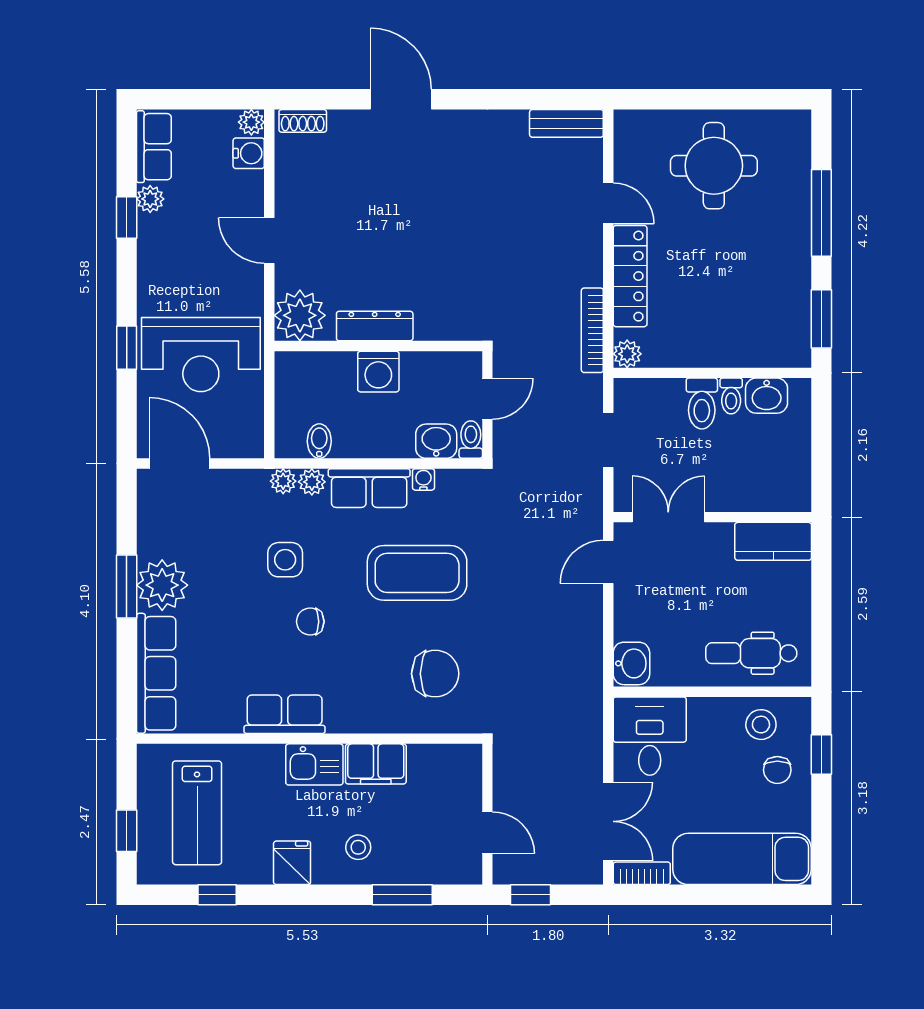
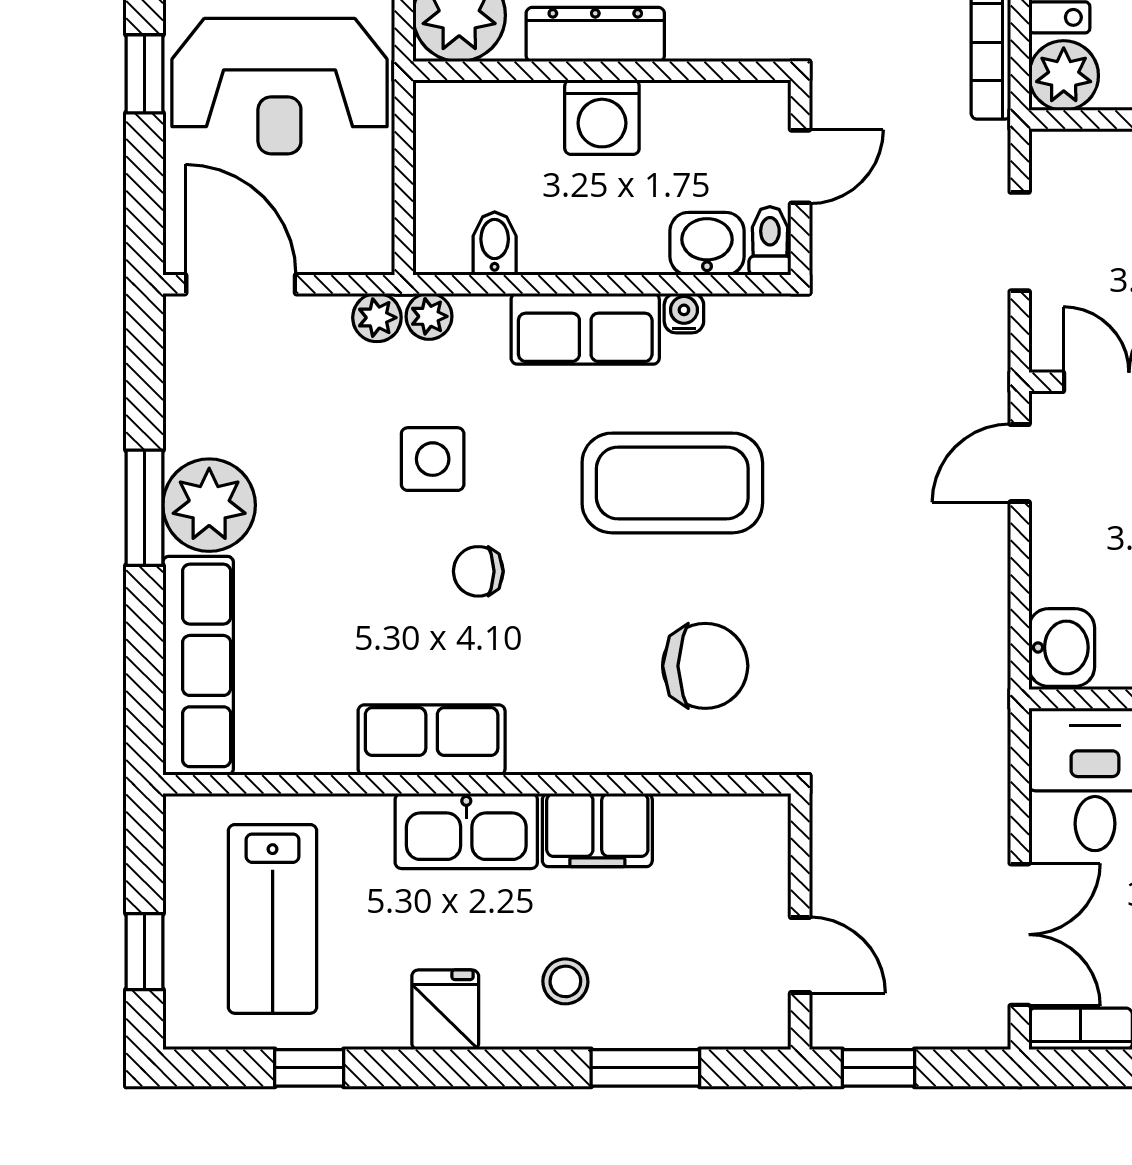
plant: (627, 354) -> (1064, 76), width x1.38, depth x1.38
plant: (312, 482) -> (377, 318), moved
kitchen sink: (314, 764) -> (466, 831), width x1.38

